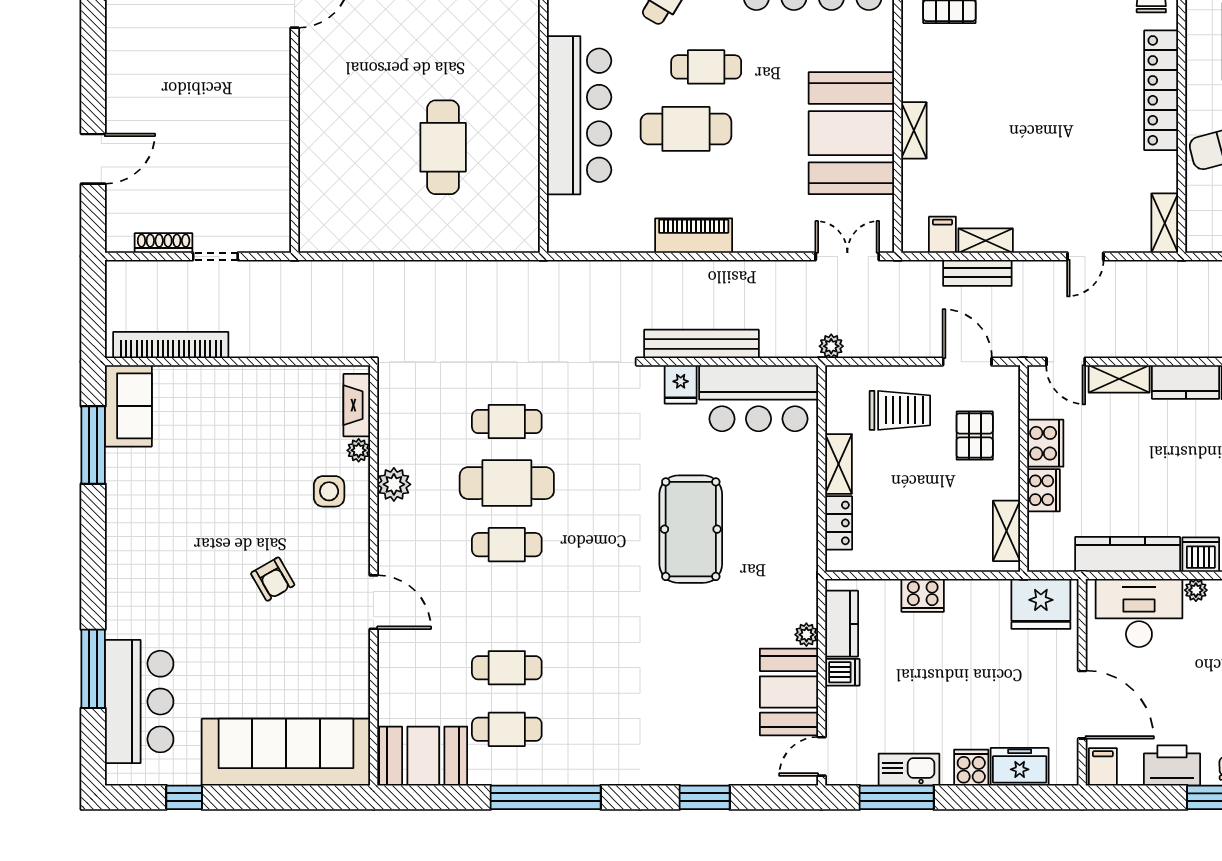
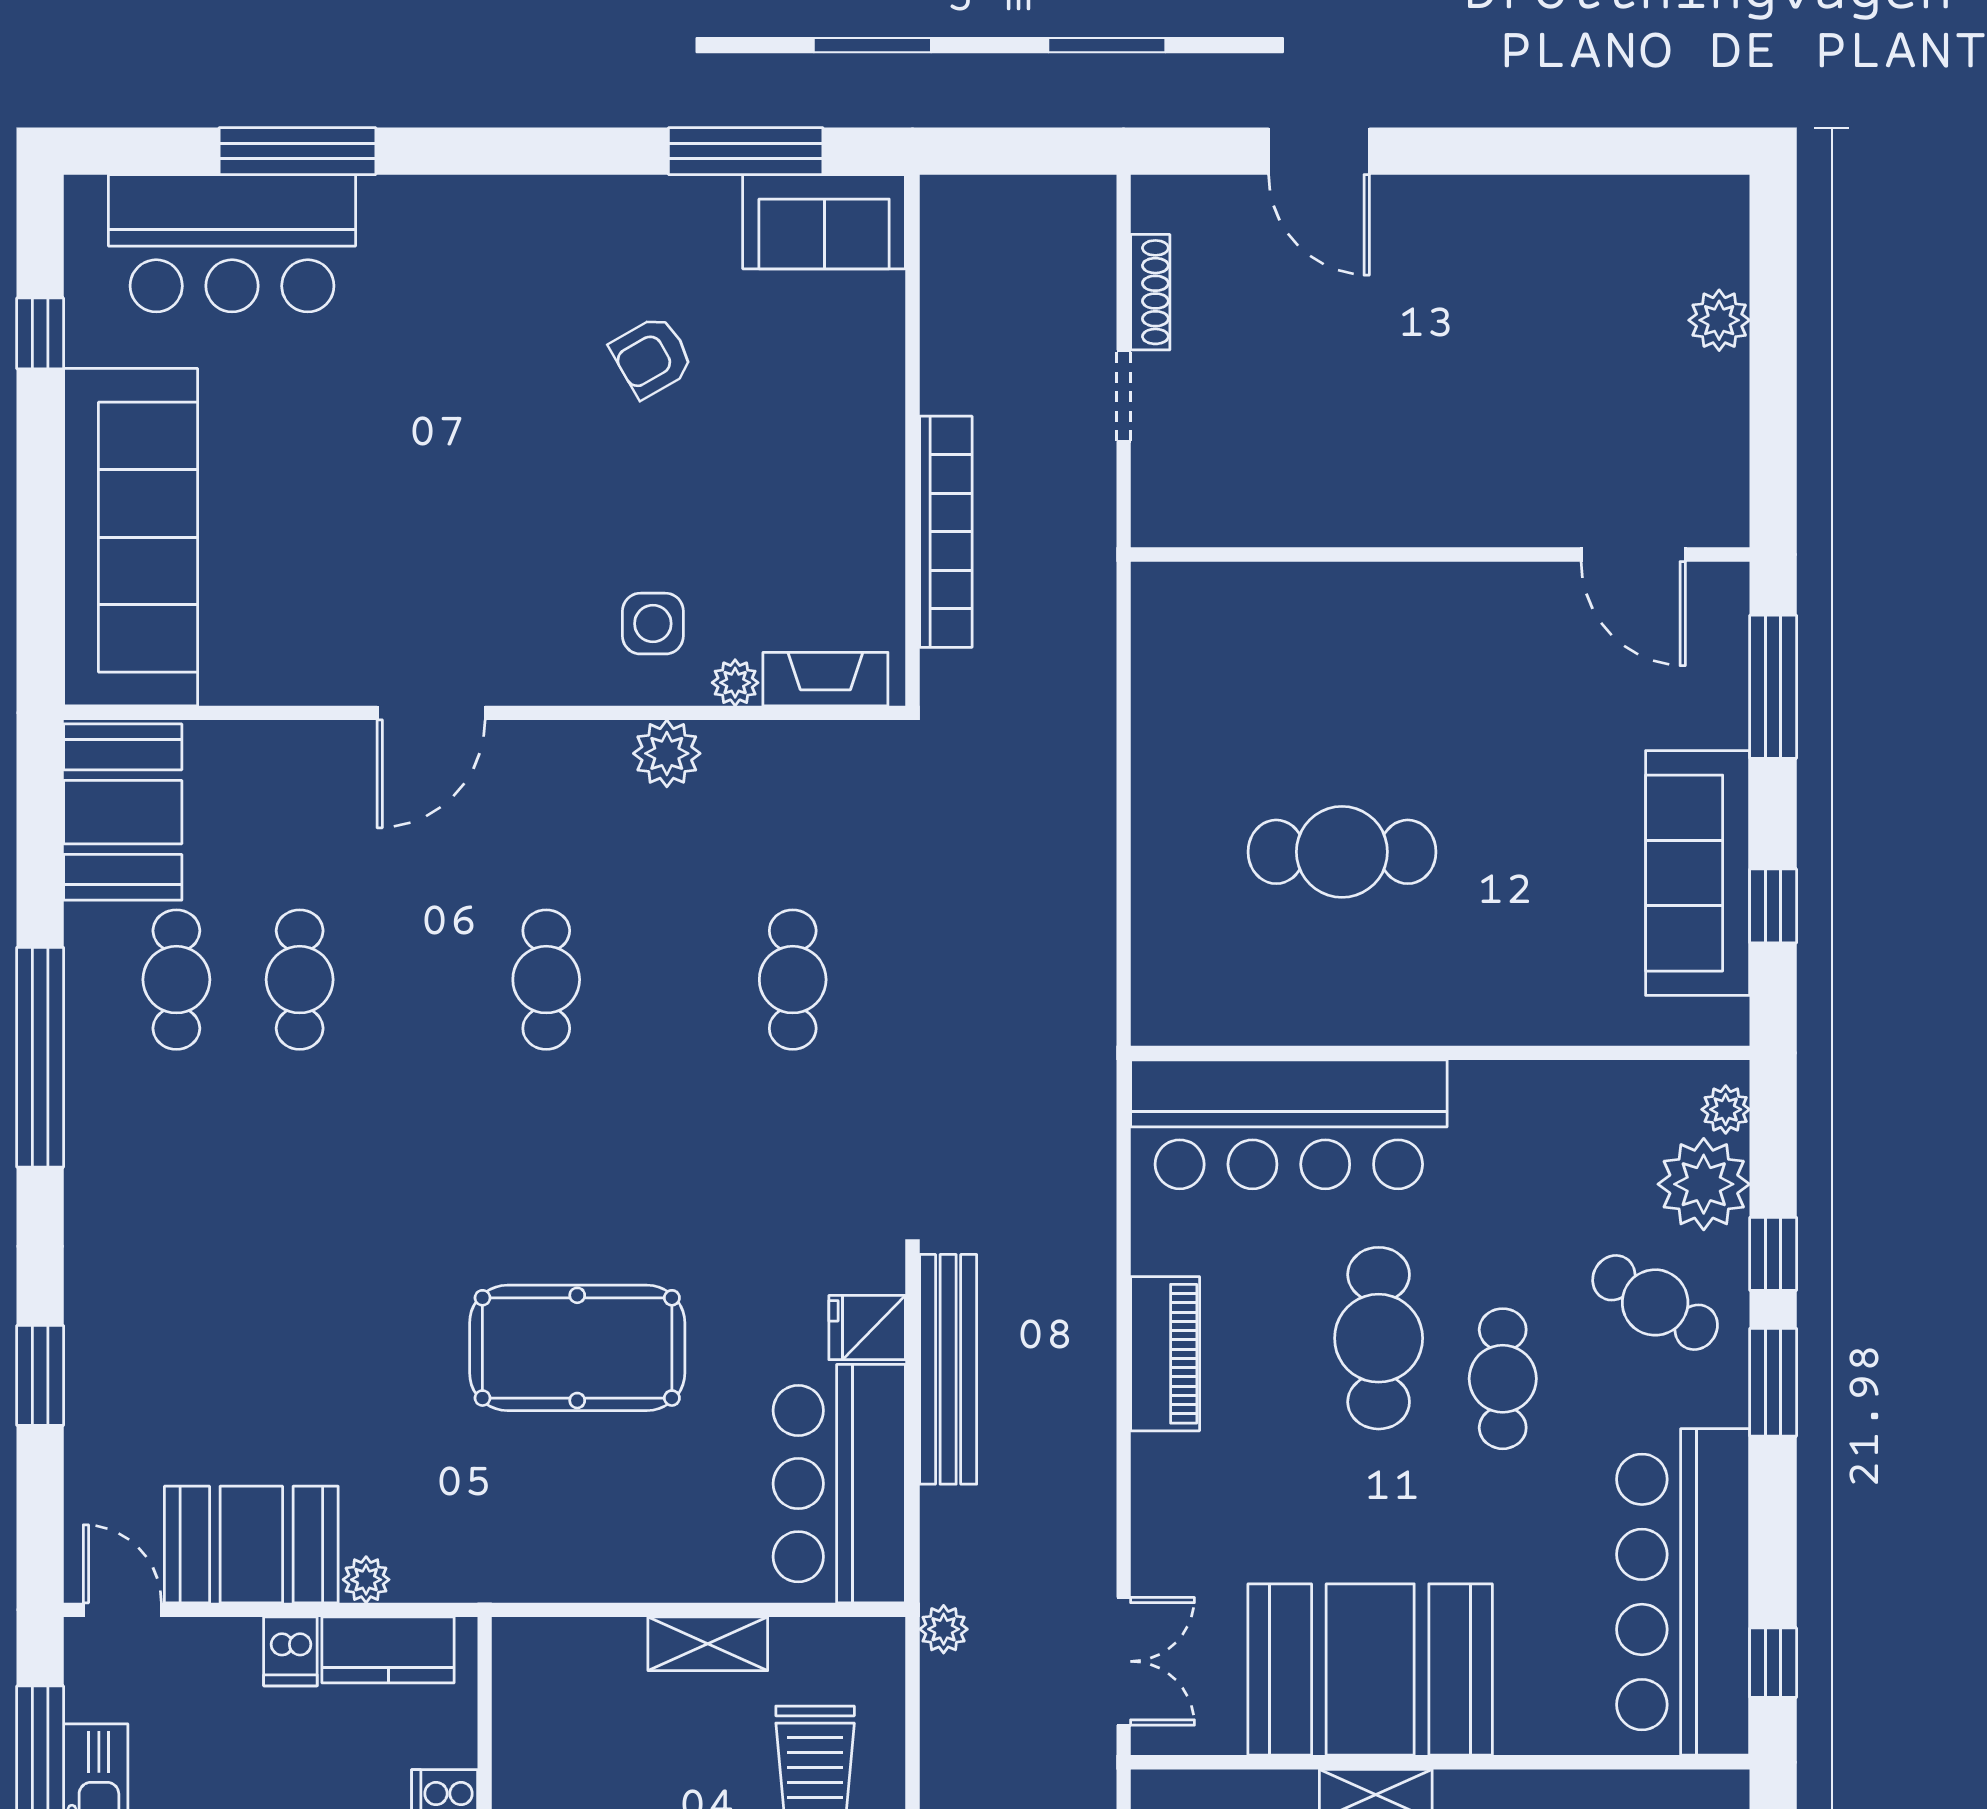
bar counter: (579, 115) -> (1289, 1124), moved
bookcase: (171, 345) -> (946, 532), moved
cafe table: (507, 483) -> (669, 980), removed
locker: (839, 523) -> (590, 1644), removed
armchair: (273, 579) -> (652, 357), moved

